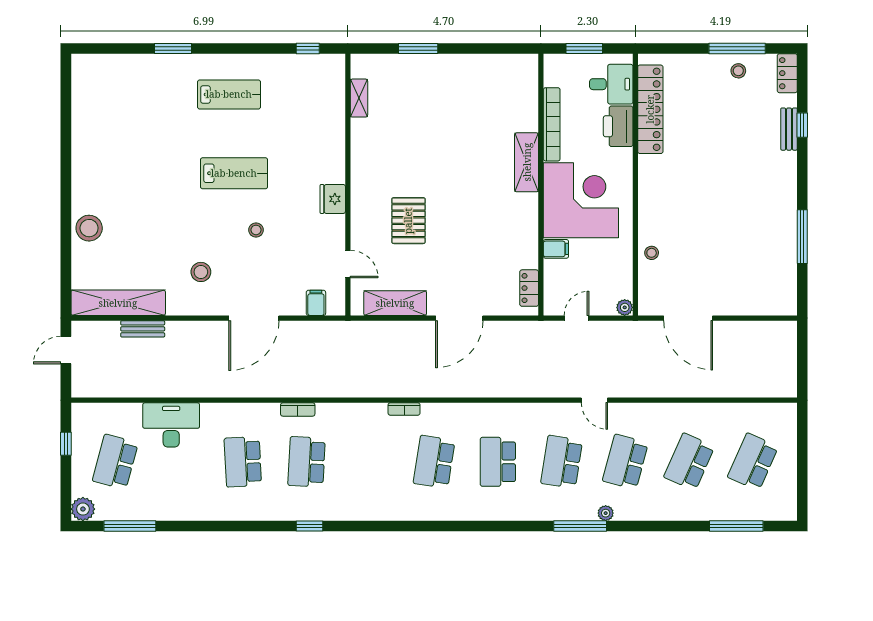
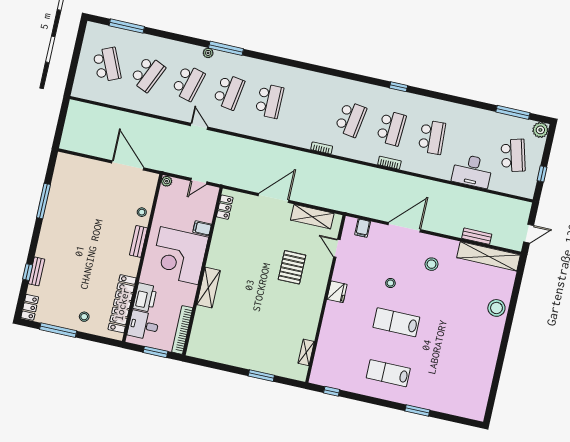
stool: (738, 71) -> (84, 317), moved
bookcase: (552, 124) -> (182, 330), moved
bench: (647, 208) -> (138, 241), added
school desk: (115, 462) -> (513, 155), turned -30
school desk: (434, 462) -> (351, 119), moved
school desk: (753, 462) -> (107, 65), turned -48

